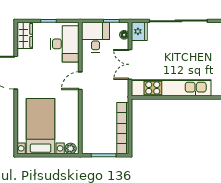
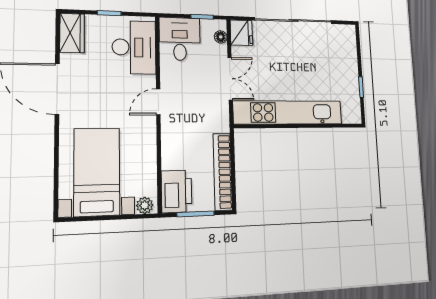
double door: (130, 64) -> (230, 79), swing flipped
printer: (91, 140) -> (177, 191), added

